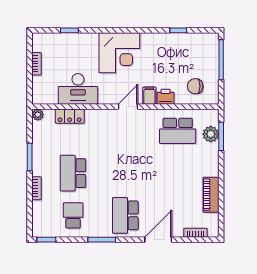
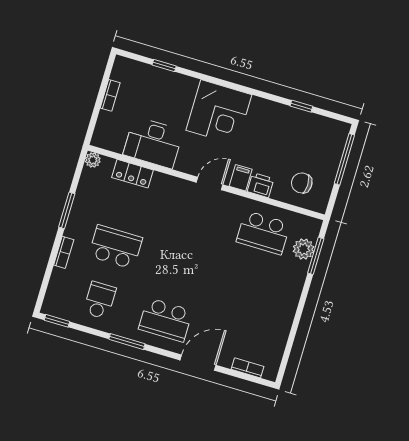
school desk: (73, 173) -> (115, 247), turned 90
piano: (211, 195) -> (281, 326), removed
school desk: (125, 215) -> (166, 320), turned -90

